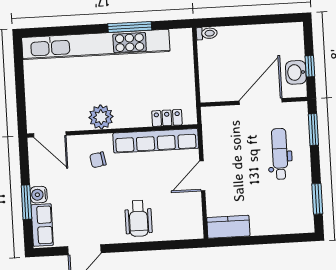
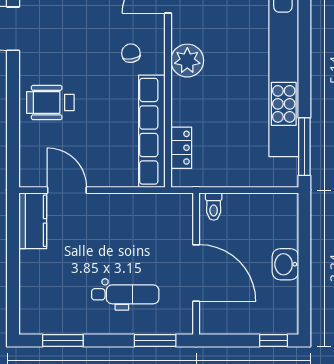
window: (130, 27) -> (304, 147), moved
toilet: (207, 33) -> (214, 207), moved
window: (310, 66) -> (273, 341), moved
washbasin: (296, 72) -> (285, 264), moved, turned -90
door: (202, 176) -> (67, 190), moved

